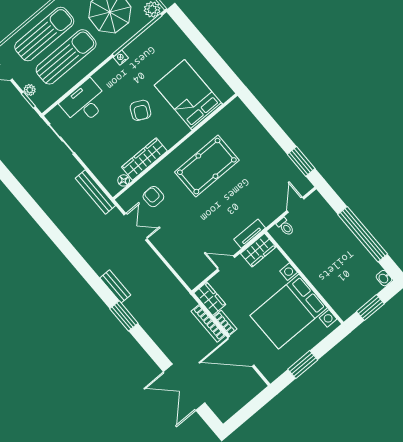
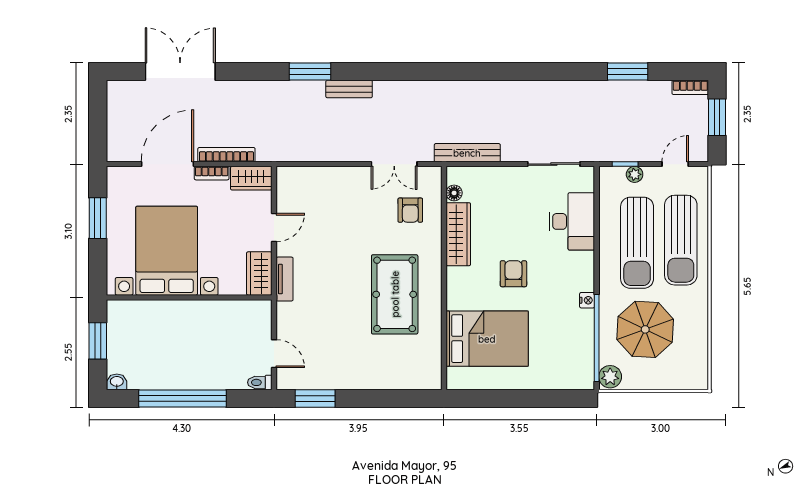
armchair: (140, 110) -> (513, 274), turned 64
armchair: (153, 197) -> (410, 210), turned 92
toilet: (285, 227) -> (260, 382), moved

